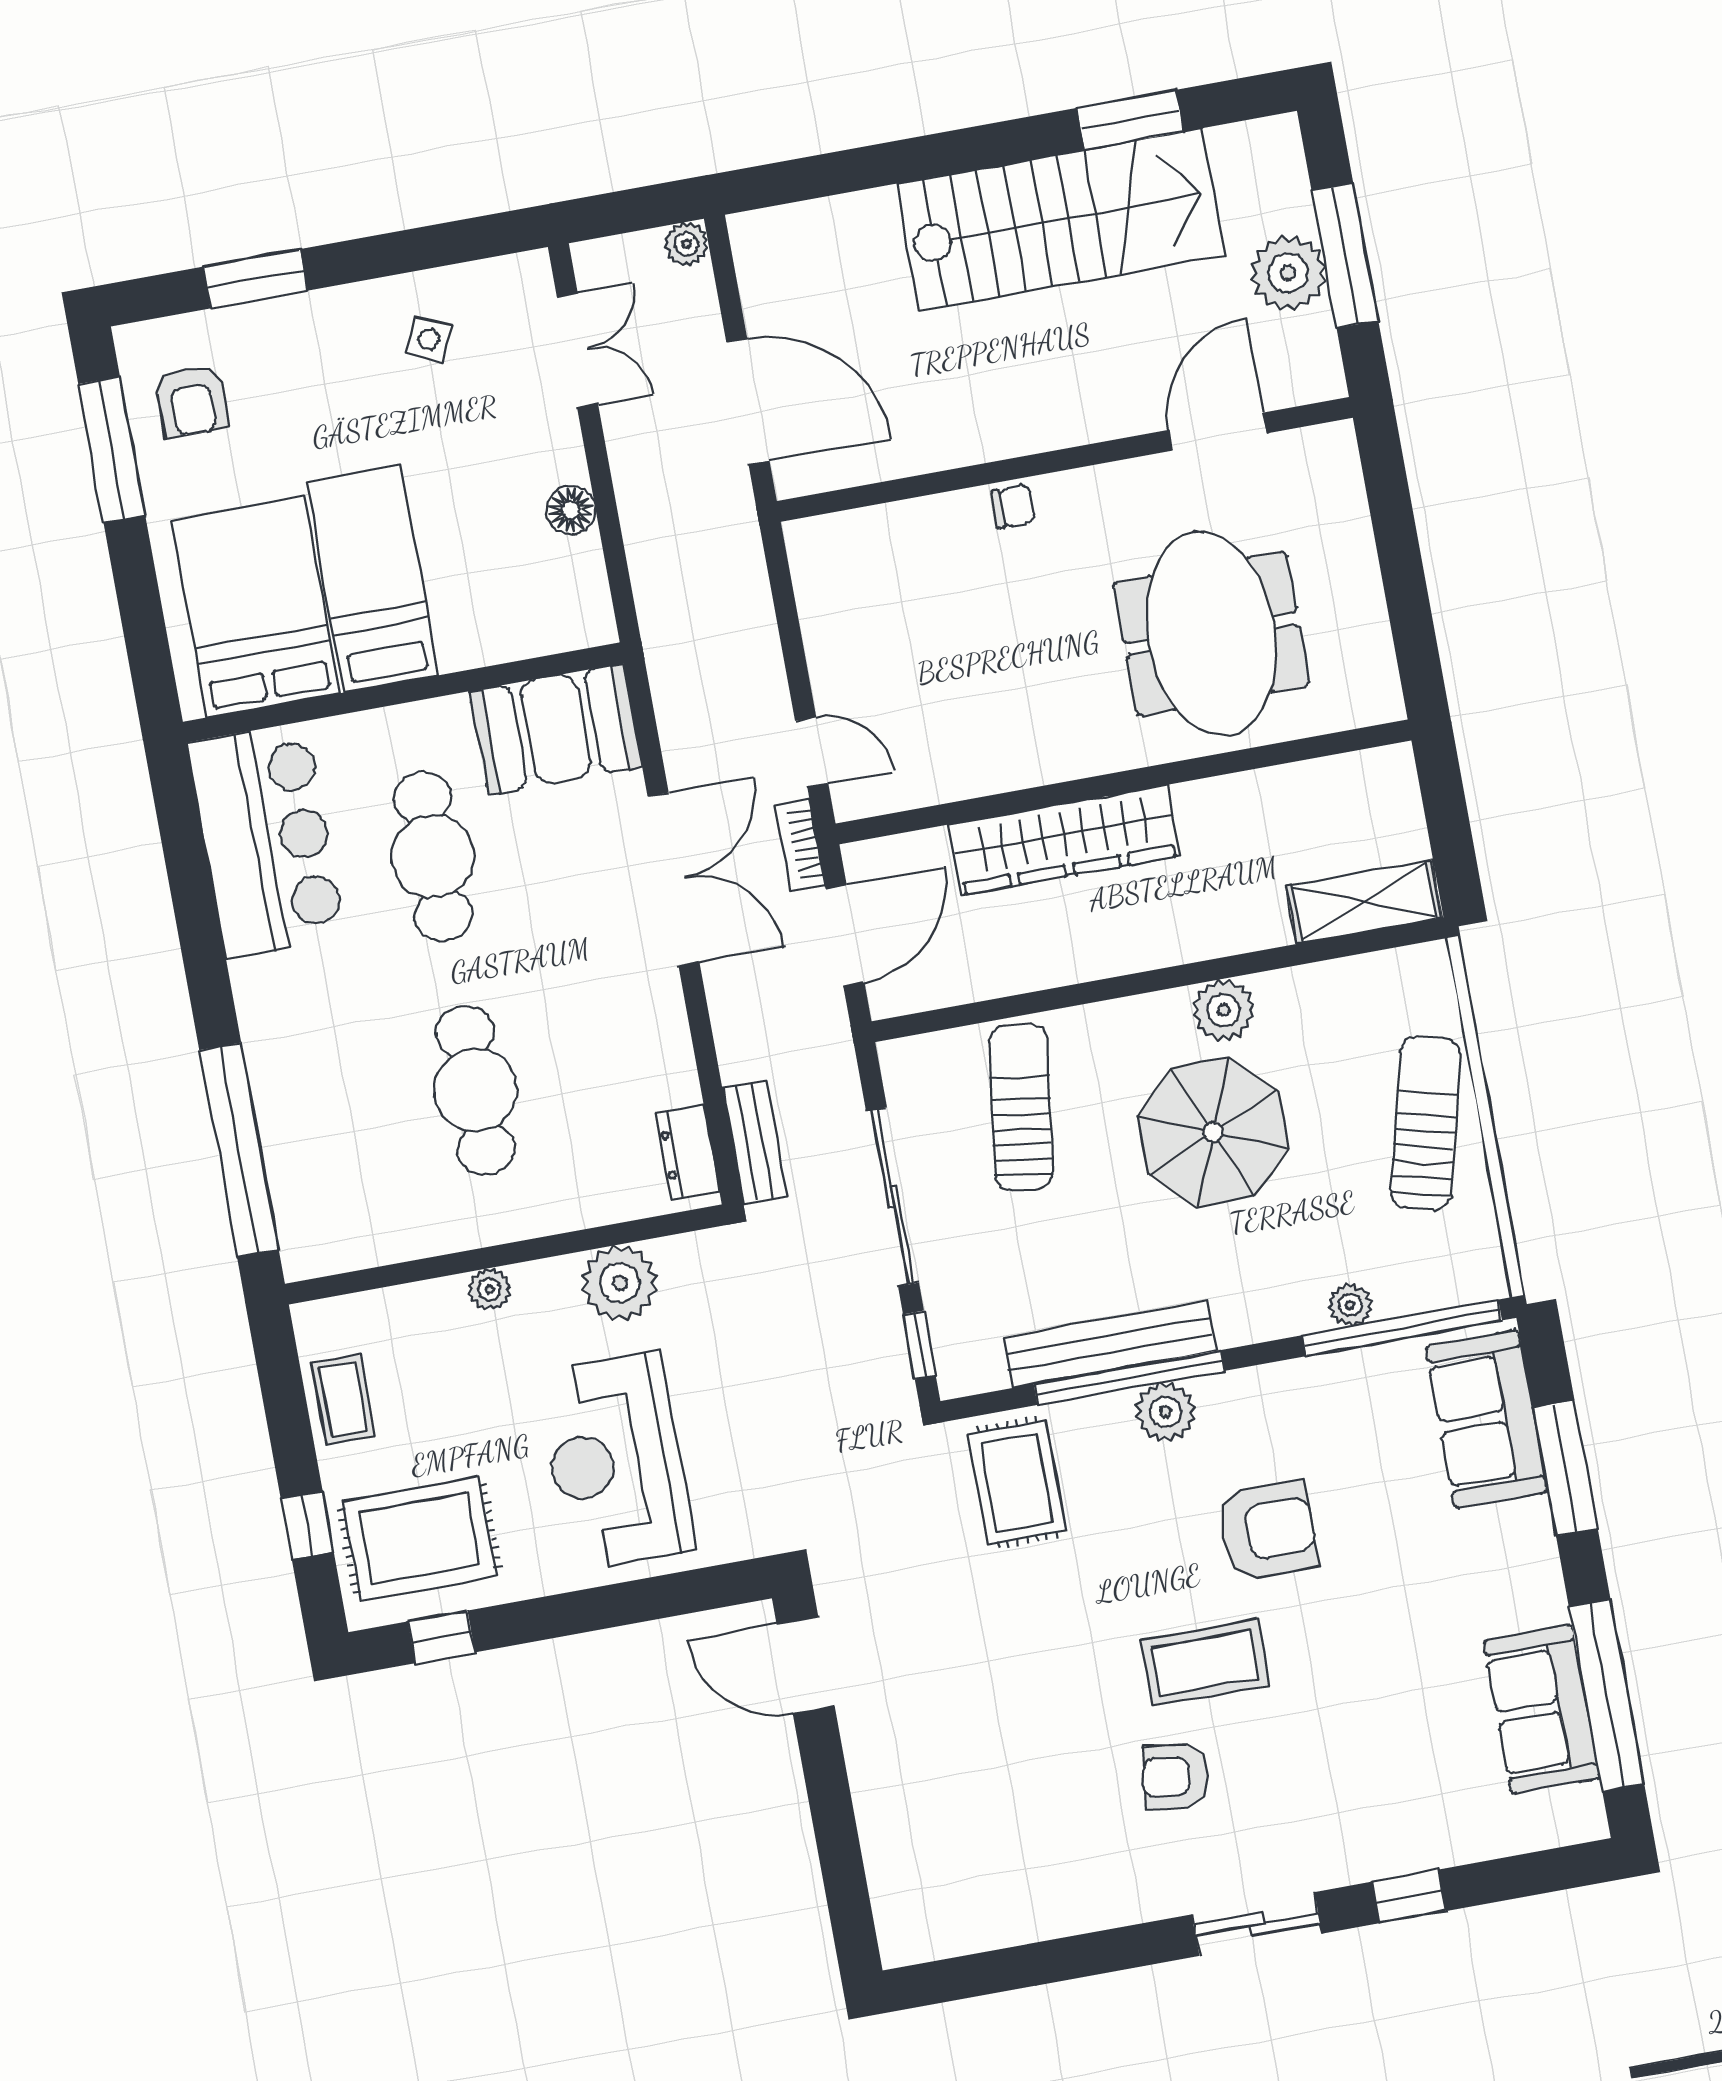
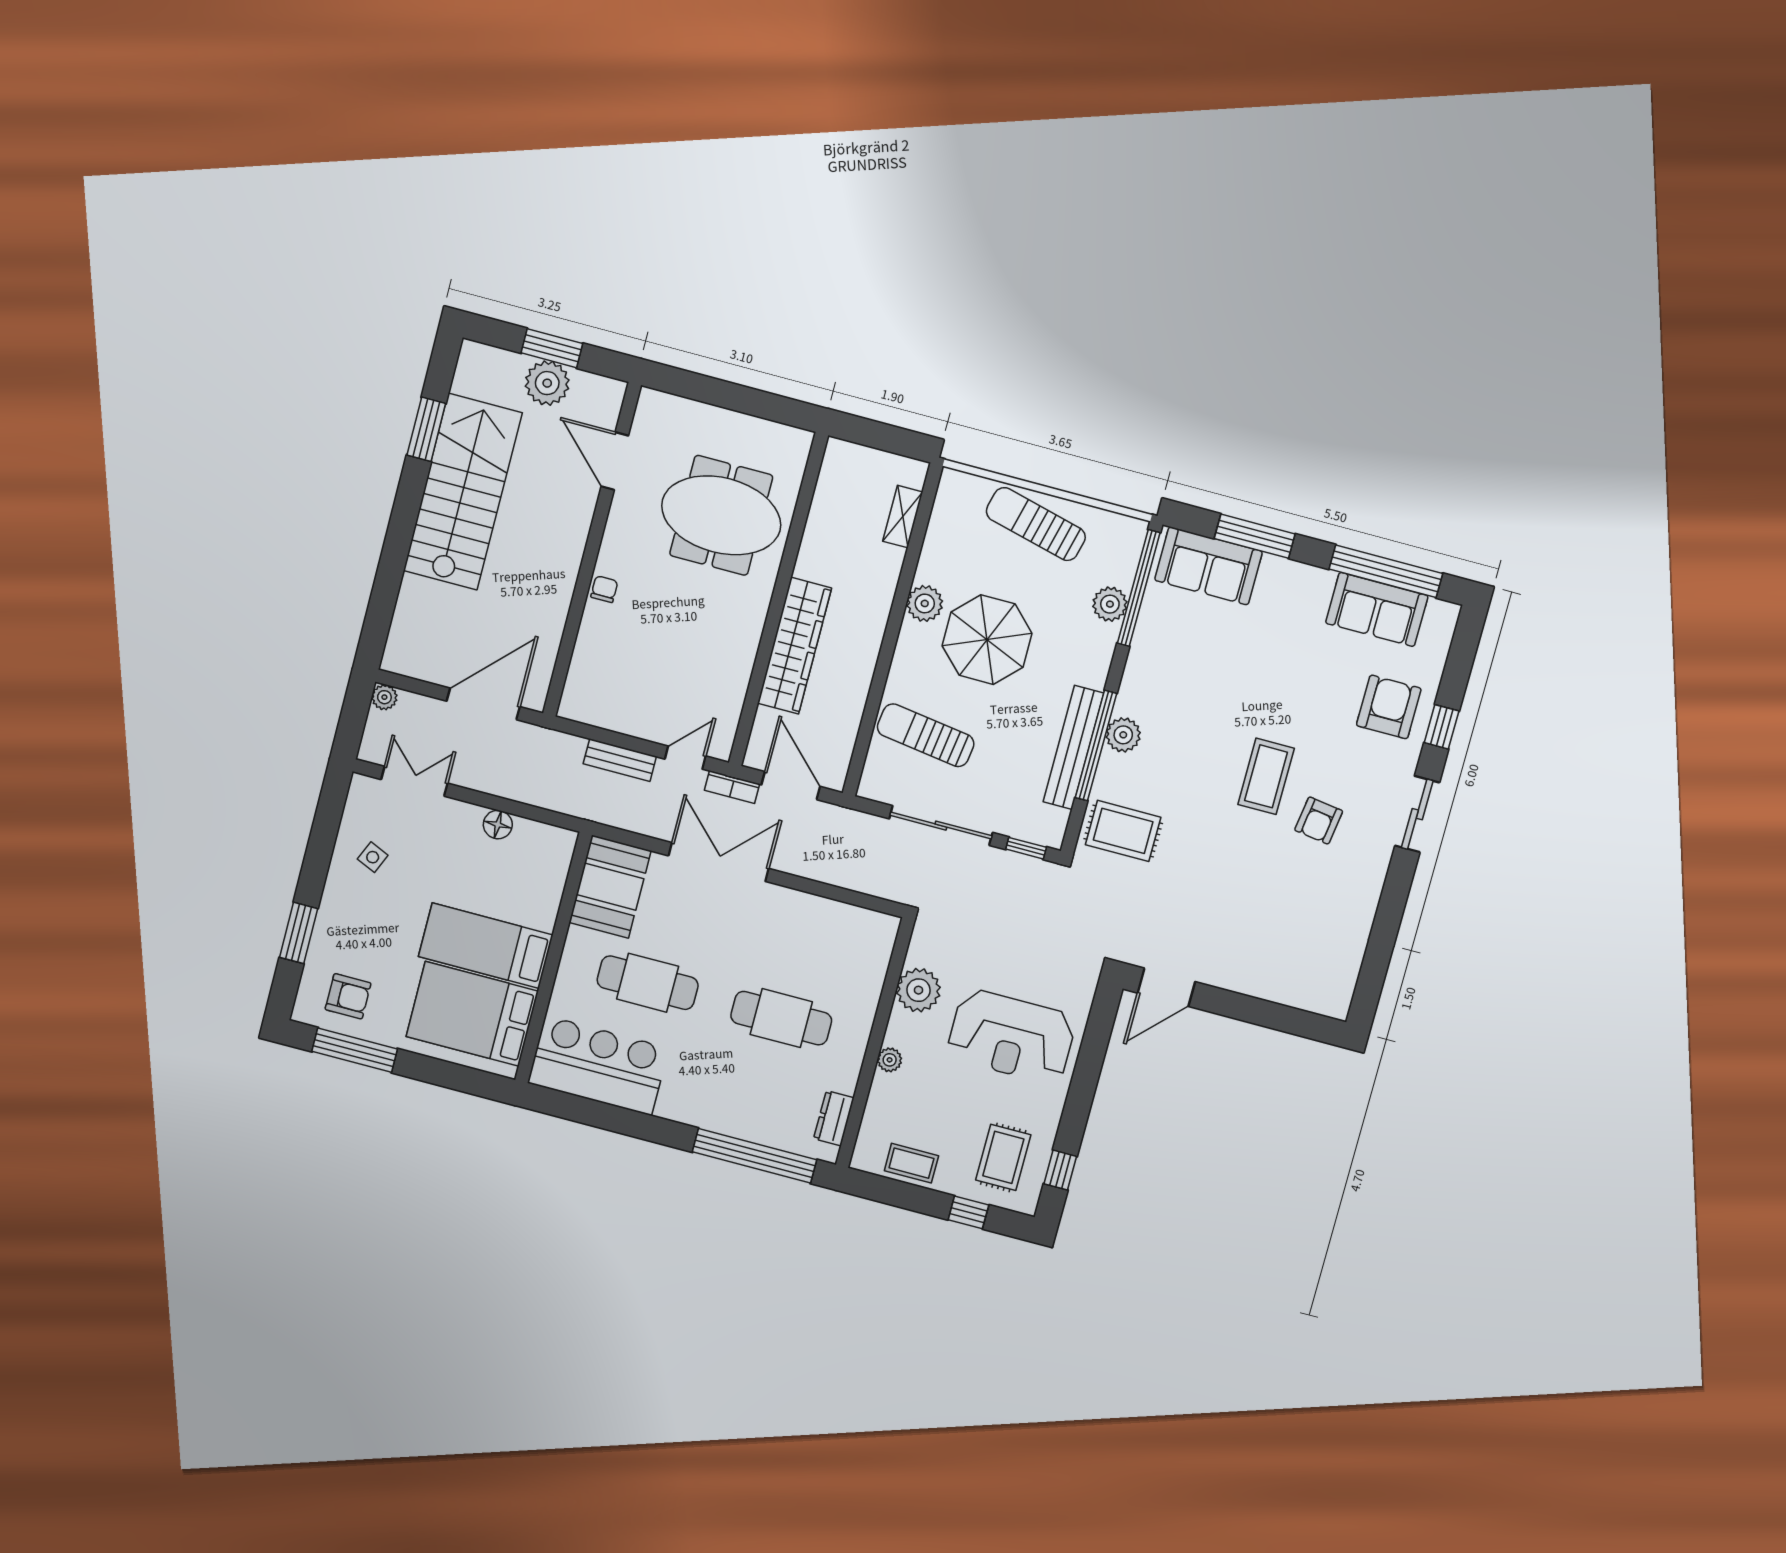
window: (1345, 256) -> (552, 348), width x0.69
shelving: (1364, 902) -> (903, 517), width x0.67, depth x0.75
bench: (755, 1142) -> (620, 760), moved
dresser: (687, 1152) -> (834, 1118), moved, turned 90
plant: (1350, 1305) -> (1110, 604), width x1.38, depth x1.38
armchair: (1267, 1530) -> (1389, 707), moved
rug: (420, 1539) -> (1003, 1157), width x0.73, depth x0.70

